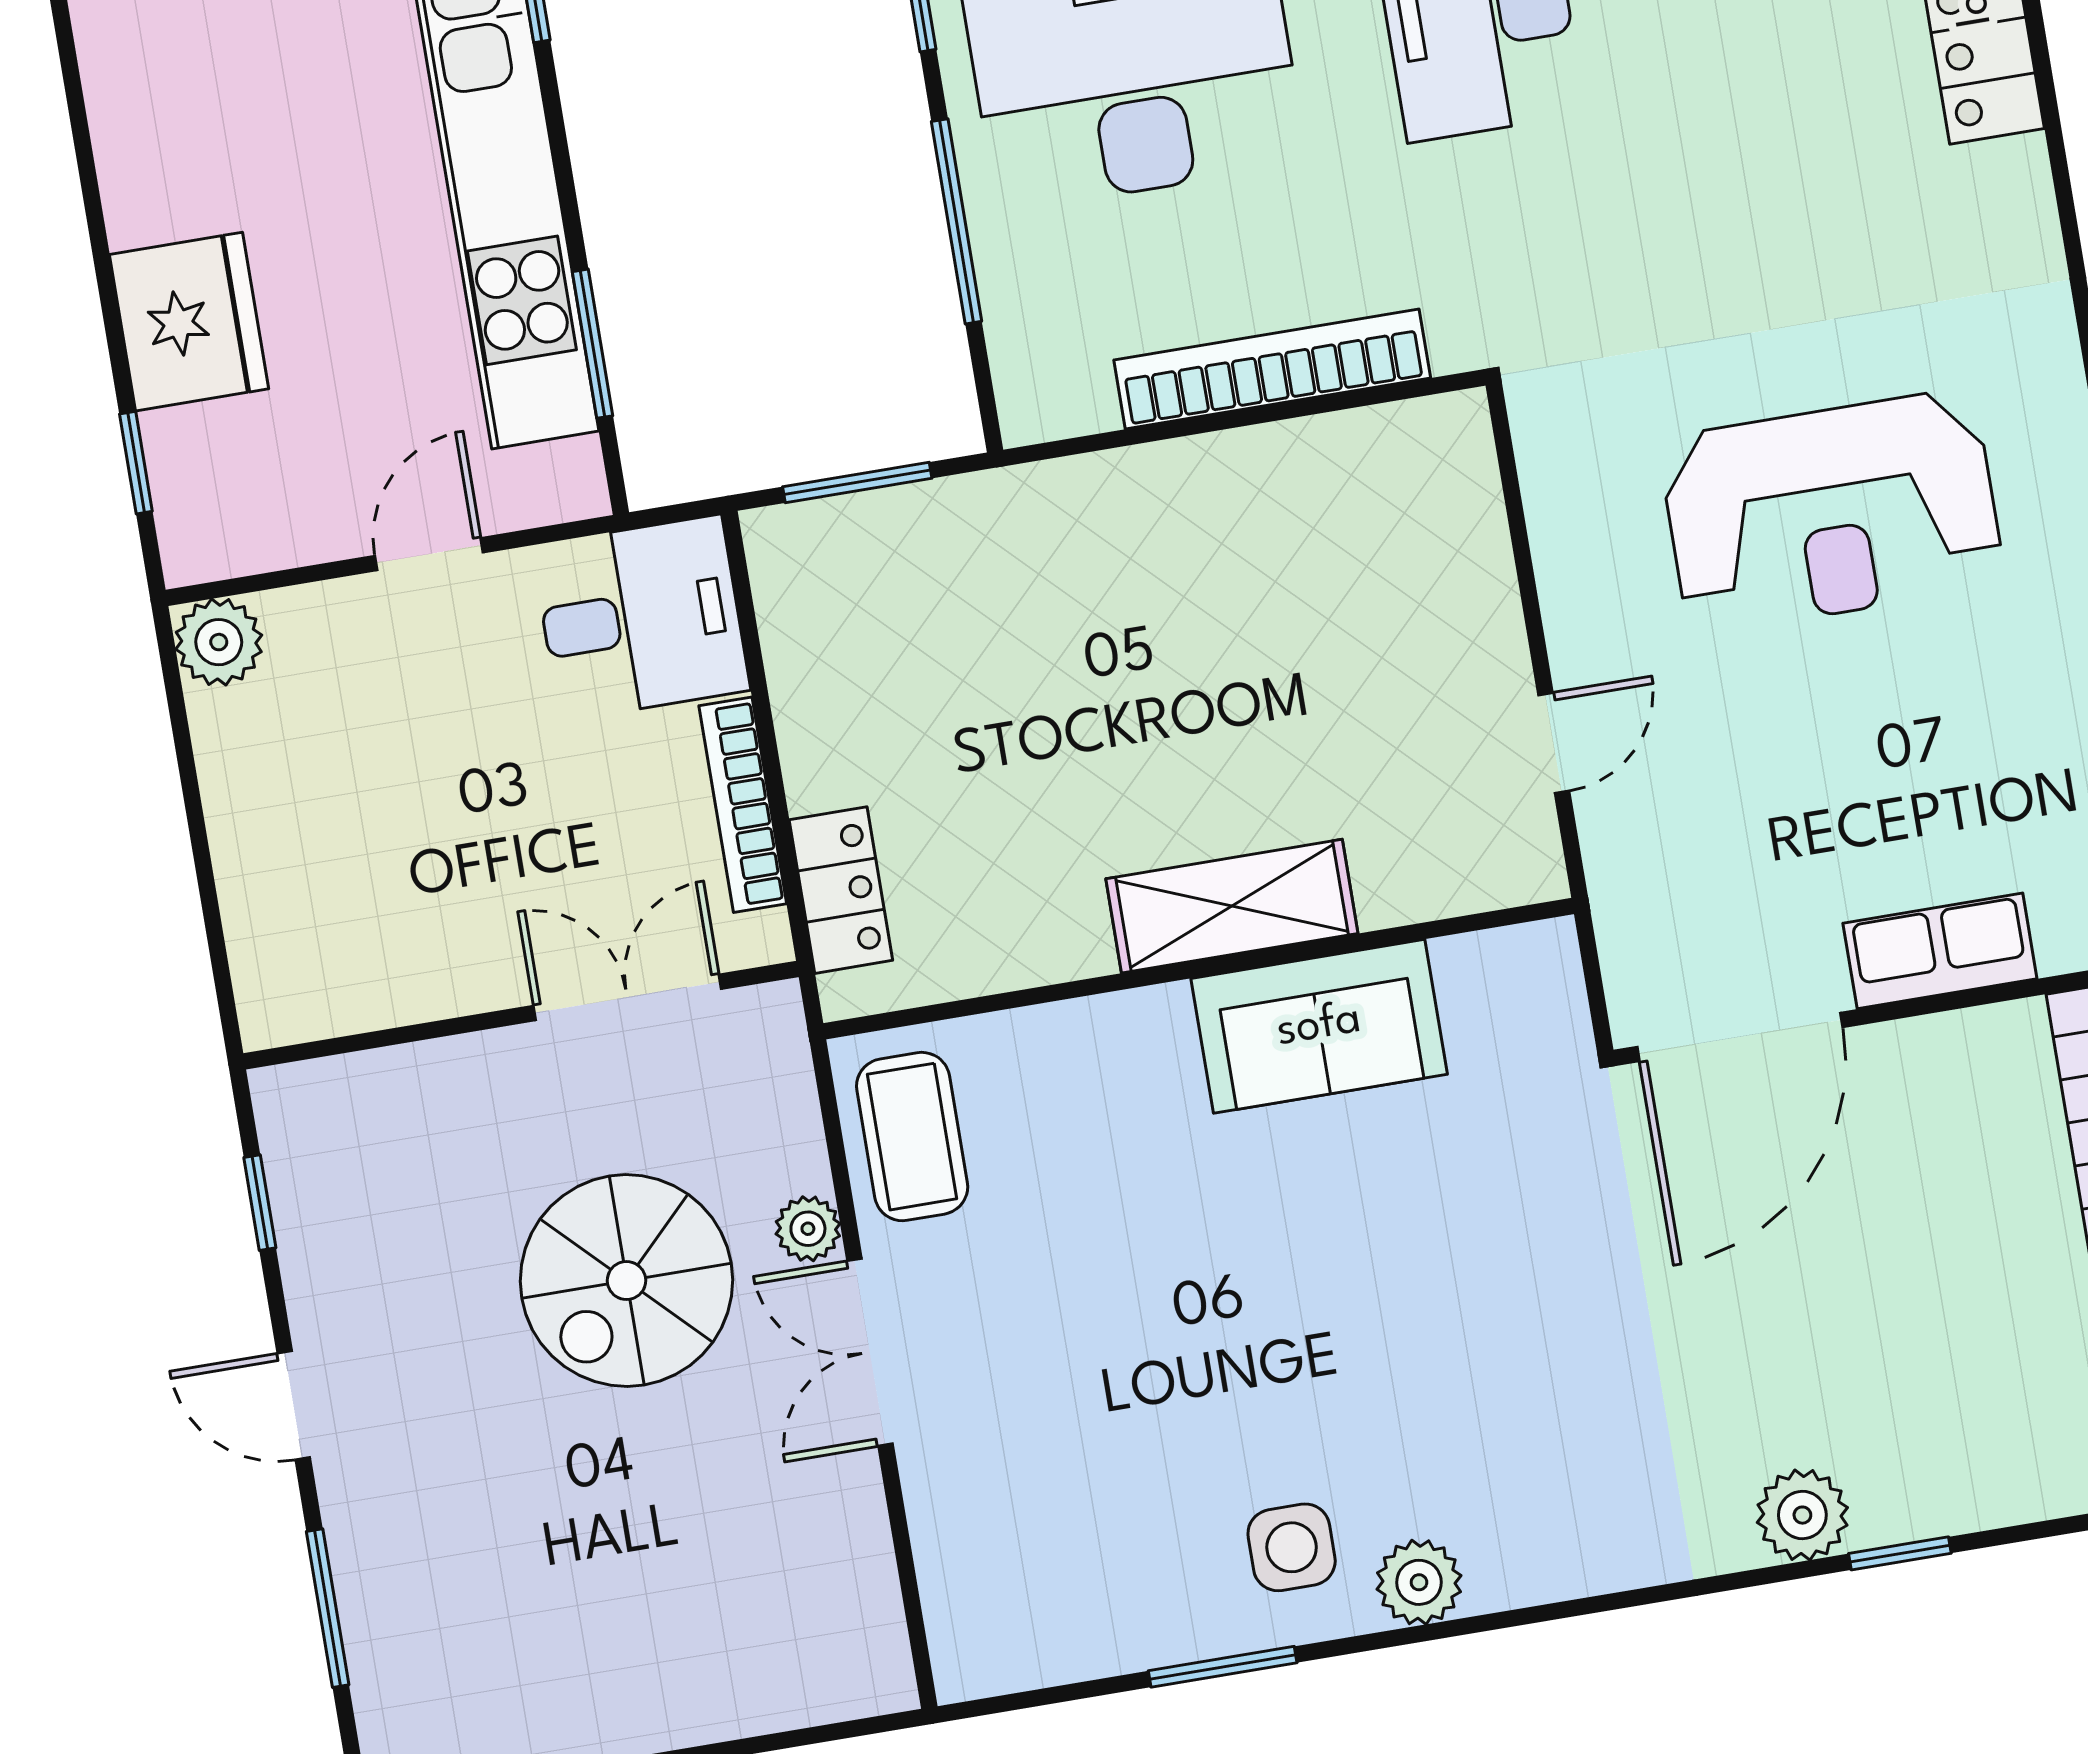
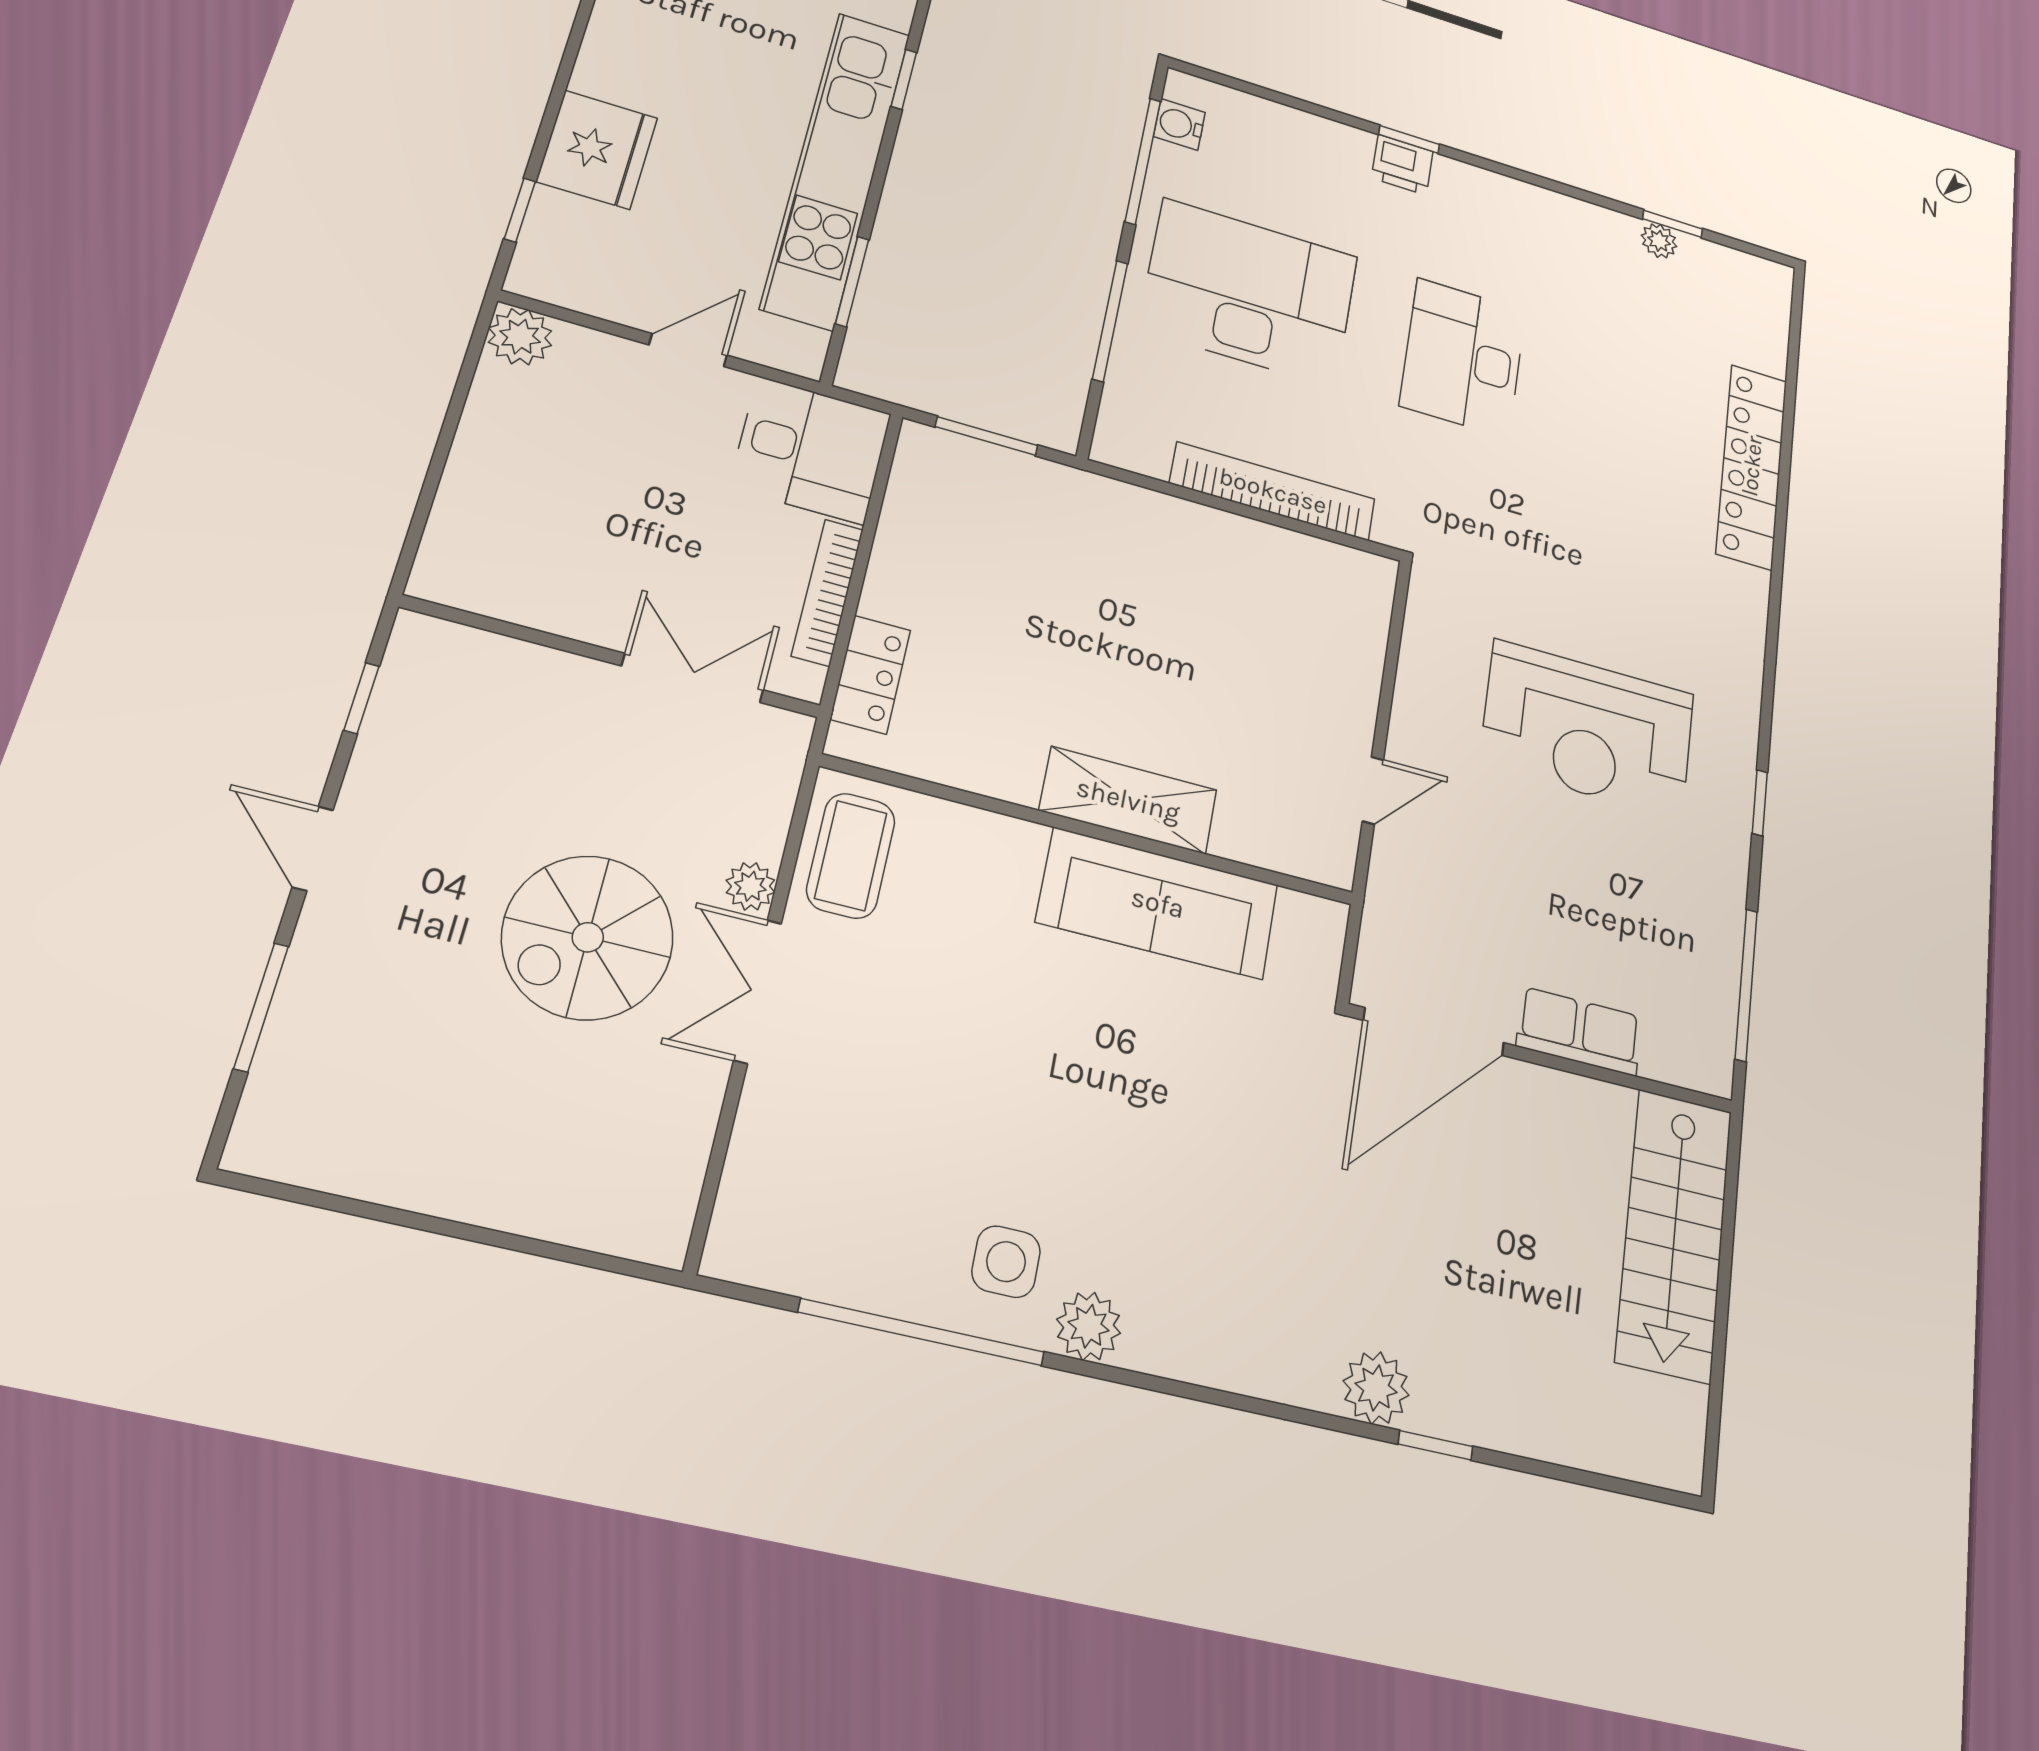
sofa: (1319, 1026) -> (1158, 903), width x1.36
spiral stairs: (627, 1281) -> (588, 937), moved
window: (1223, 1667) -> (922, 1332), width x2.11

